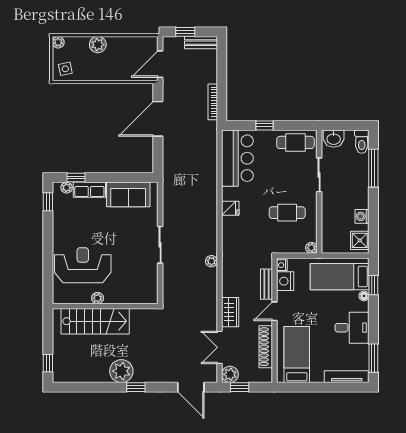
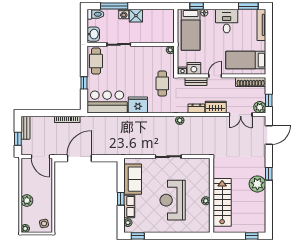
door: (158, 119) -> (79, 158), swing flipped
window: (76, 178) -> (121, 199), moved
fridge: (230, 208) -> (138, 105), width x1.88, depth x1.34
cafe table: (287, 213) -> (162, 83), moved
washing machine: (362, 216) -> (124, 14), moved
shower: (360, 240) -> (136, 16), moved
reception desk: (83, 265) -> (173, 200), moved
dresser: (228, 285) -> (196, 108), added
door: (274, 311) -> (215, 76), swing flipped
shoe rack: (266, 347) -> (251, 82), moved

